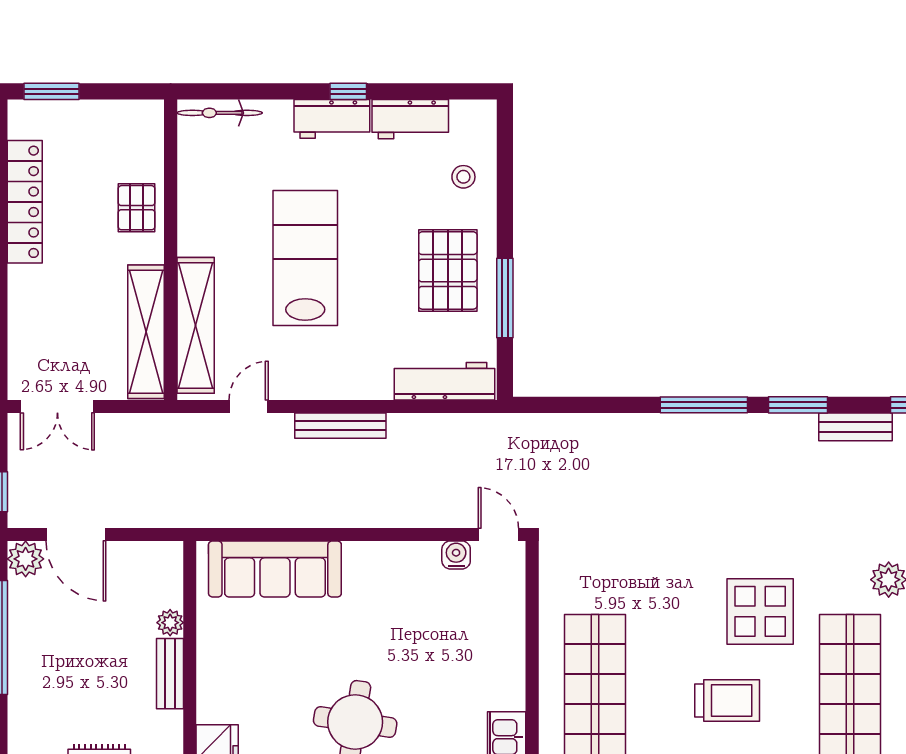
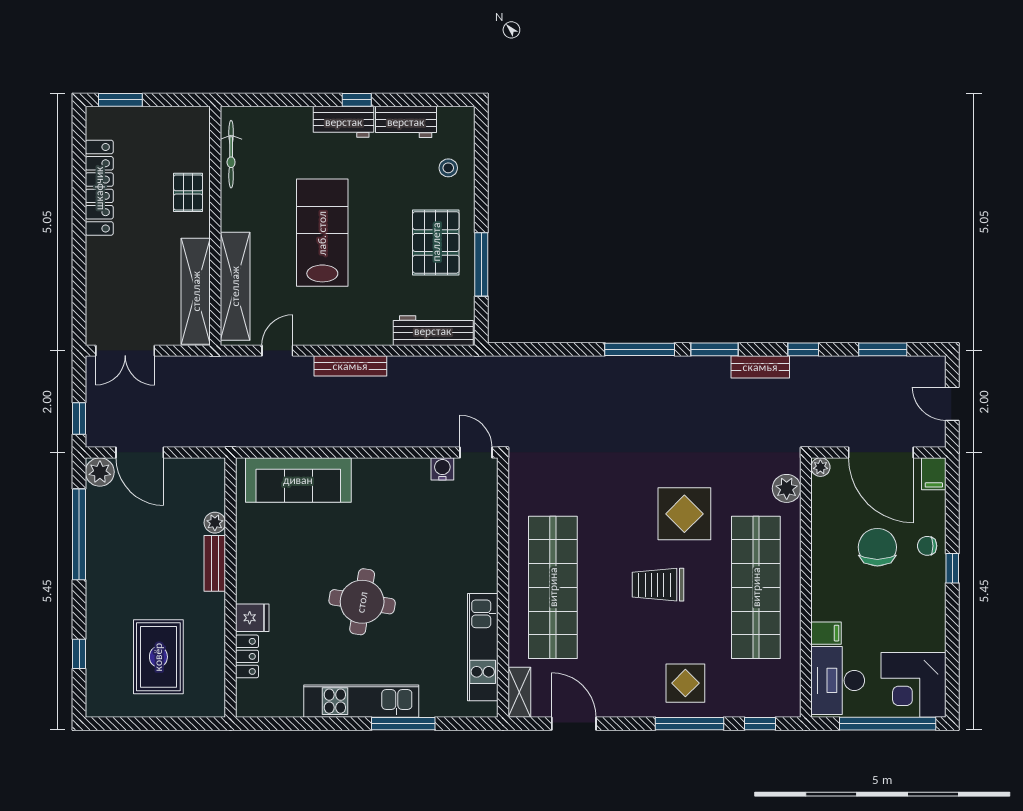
bicycle: (220, 113) -> (231, 154), moved, turned -90
trolley: (727, 700) -> (658, 585), turned 180

